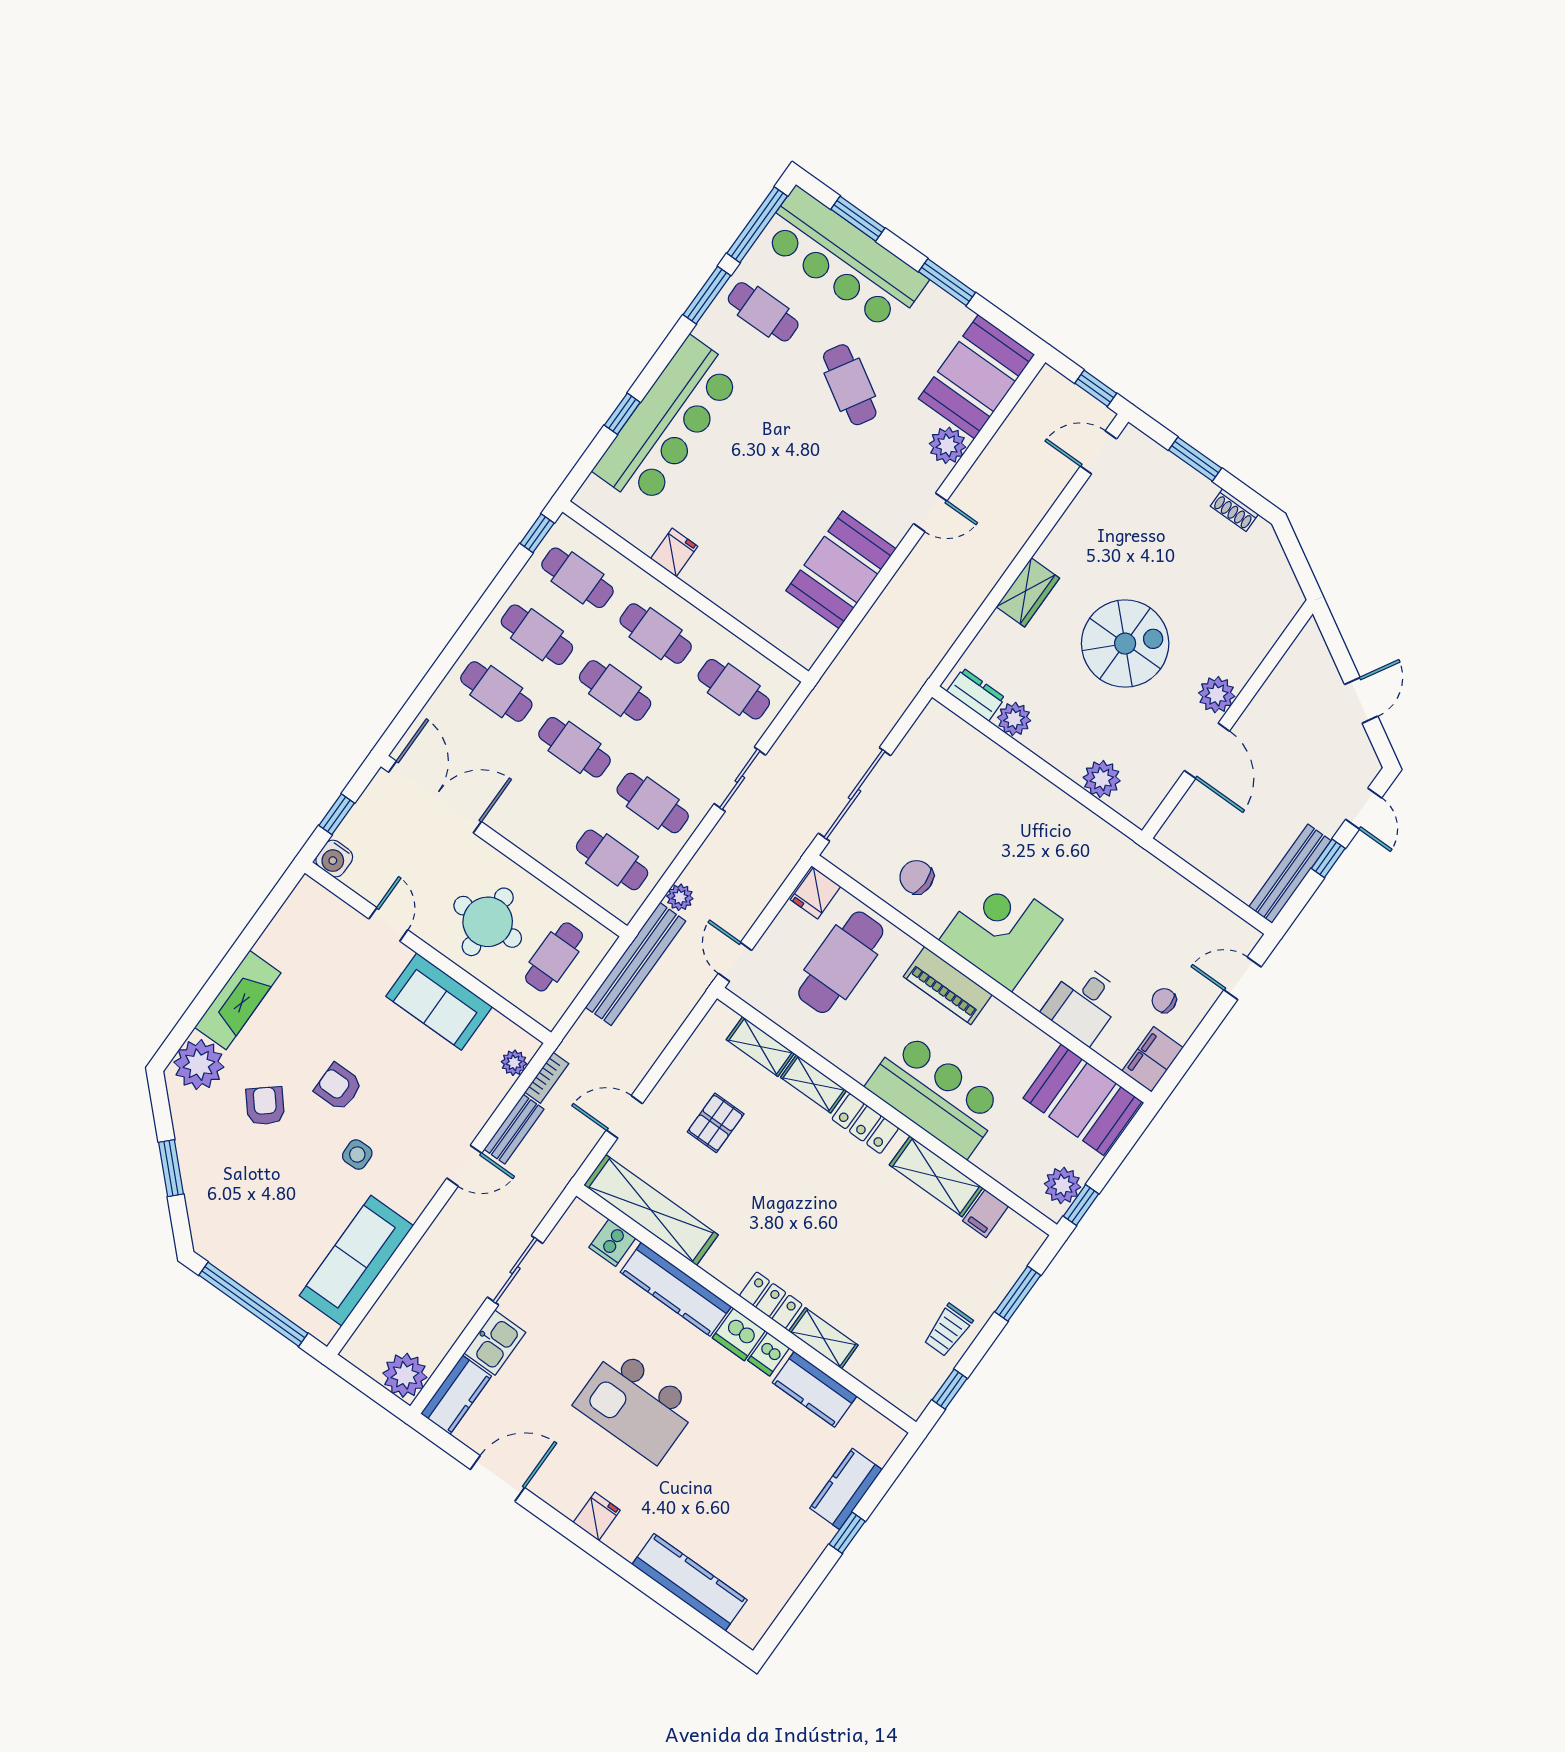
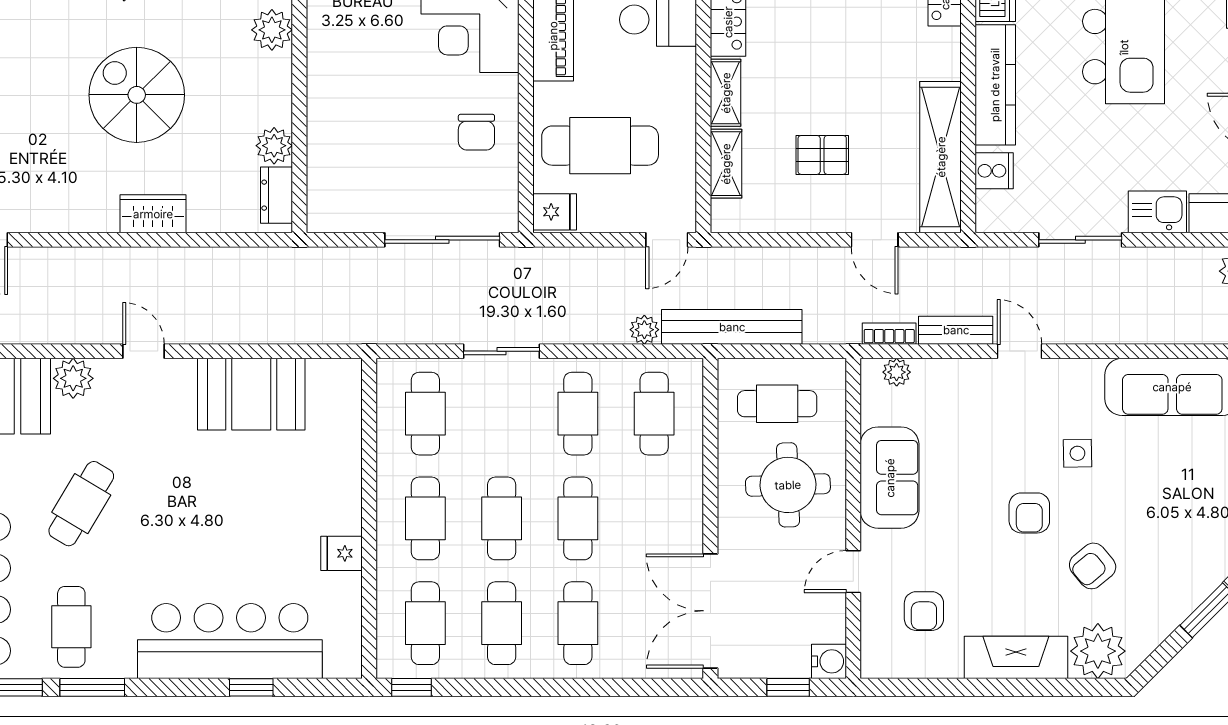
armchair: (321, 956) -> (924, 611), added

